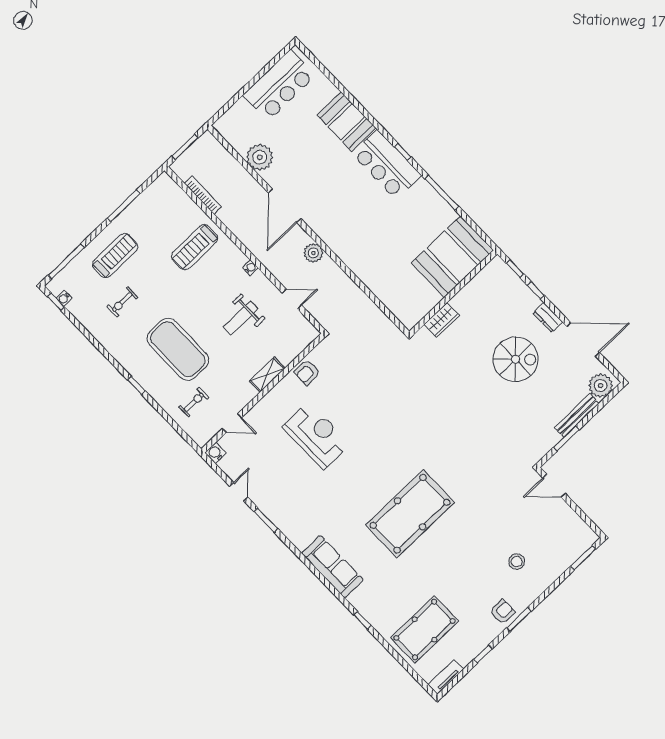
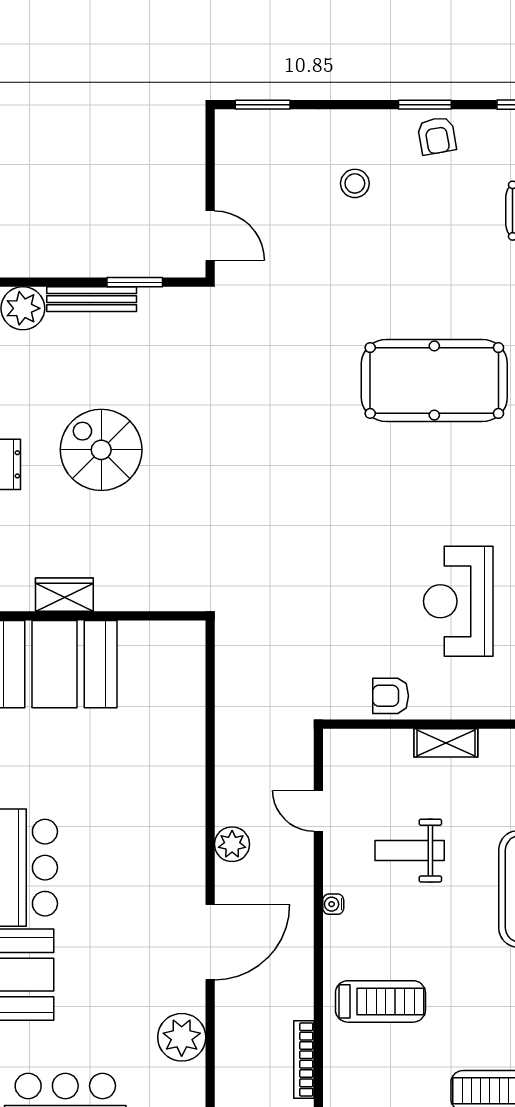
weight bench: (241, 318) -> (410, 851), turned 180
wardrobe: (442, 320) -> (64, 595), moved
armchair: (307, 372) -> (391, 696), turned 180
armchair: (502, 612) -> (437, 136), turned -100

